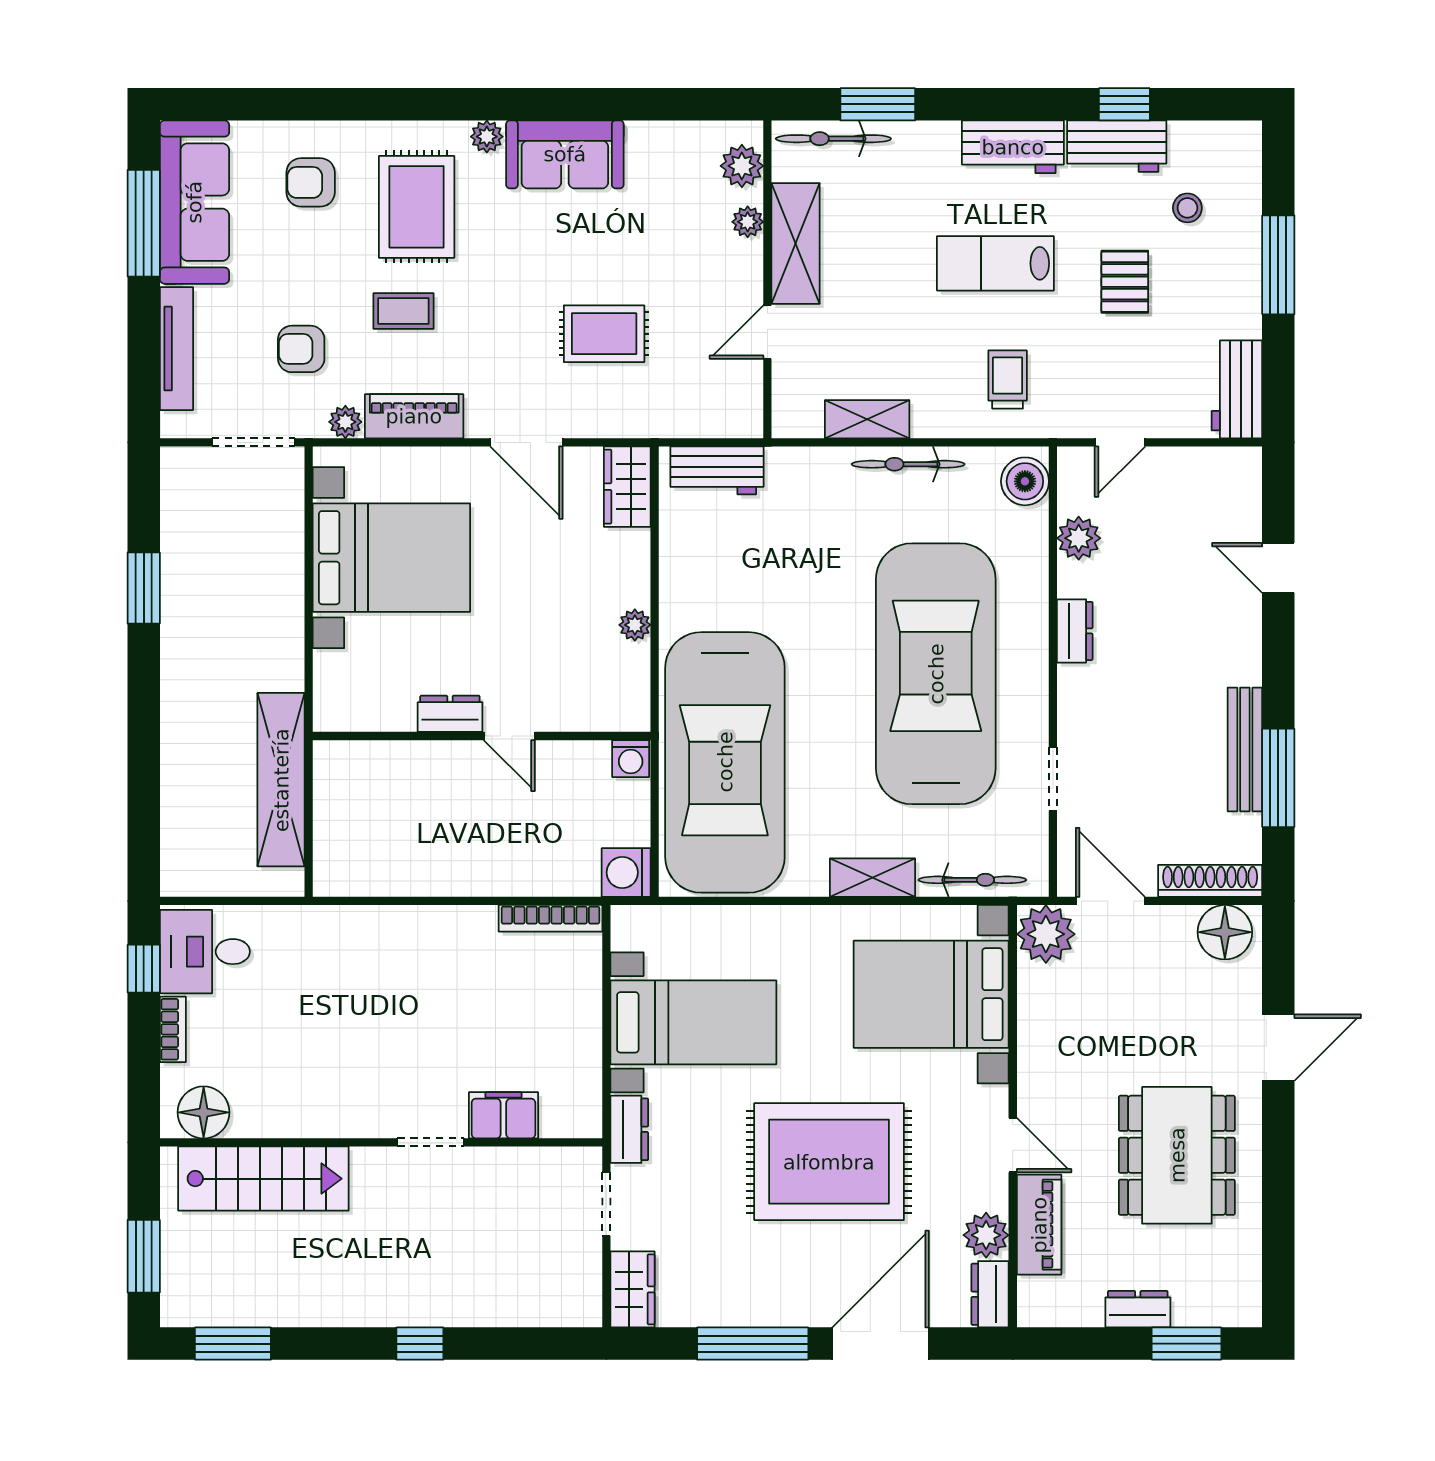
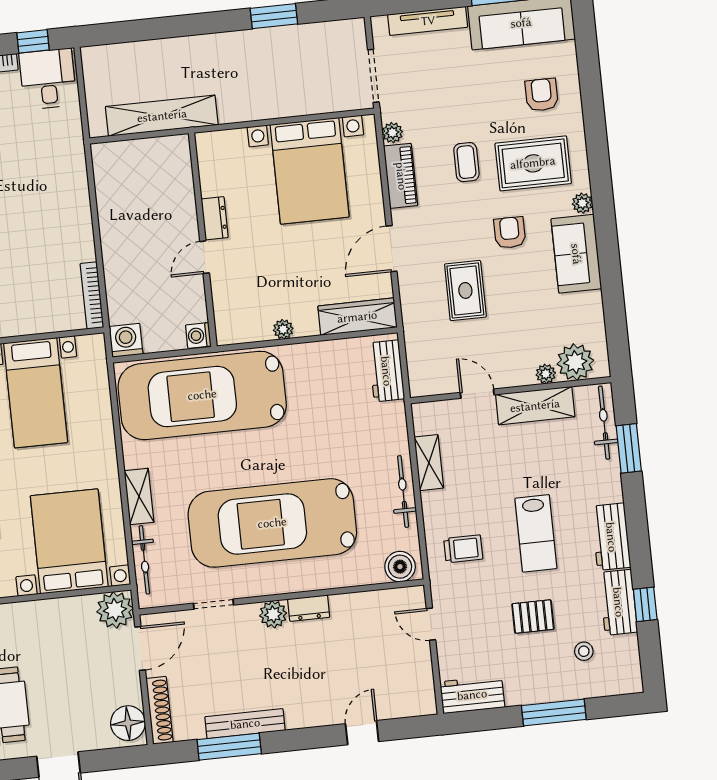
plant: (742, 166) -> (575, 362), width x1.36, depth x1.36
lab bench: (995, 263) -> (536, 533), turned 180
armchair: (301, 349) -> (510, 233), moved
wardrobe: (627, 487) -> (357, 317), width x1.50
plant: (1079, 538) -> (273, 614), moved
car: (936, 674) -> (272, 523), turned 180

